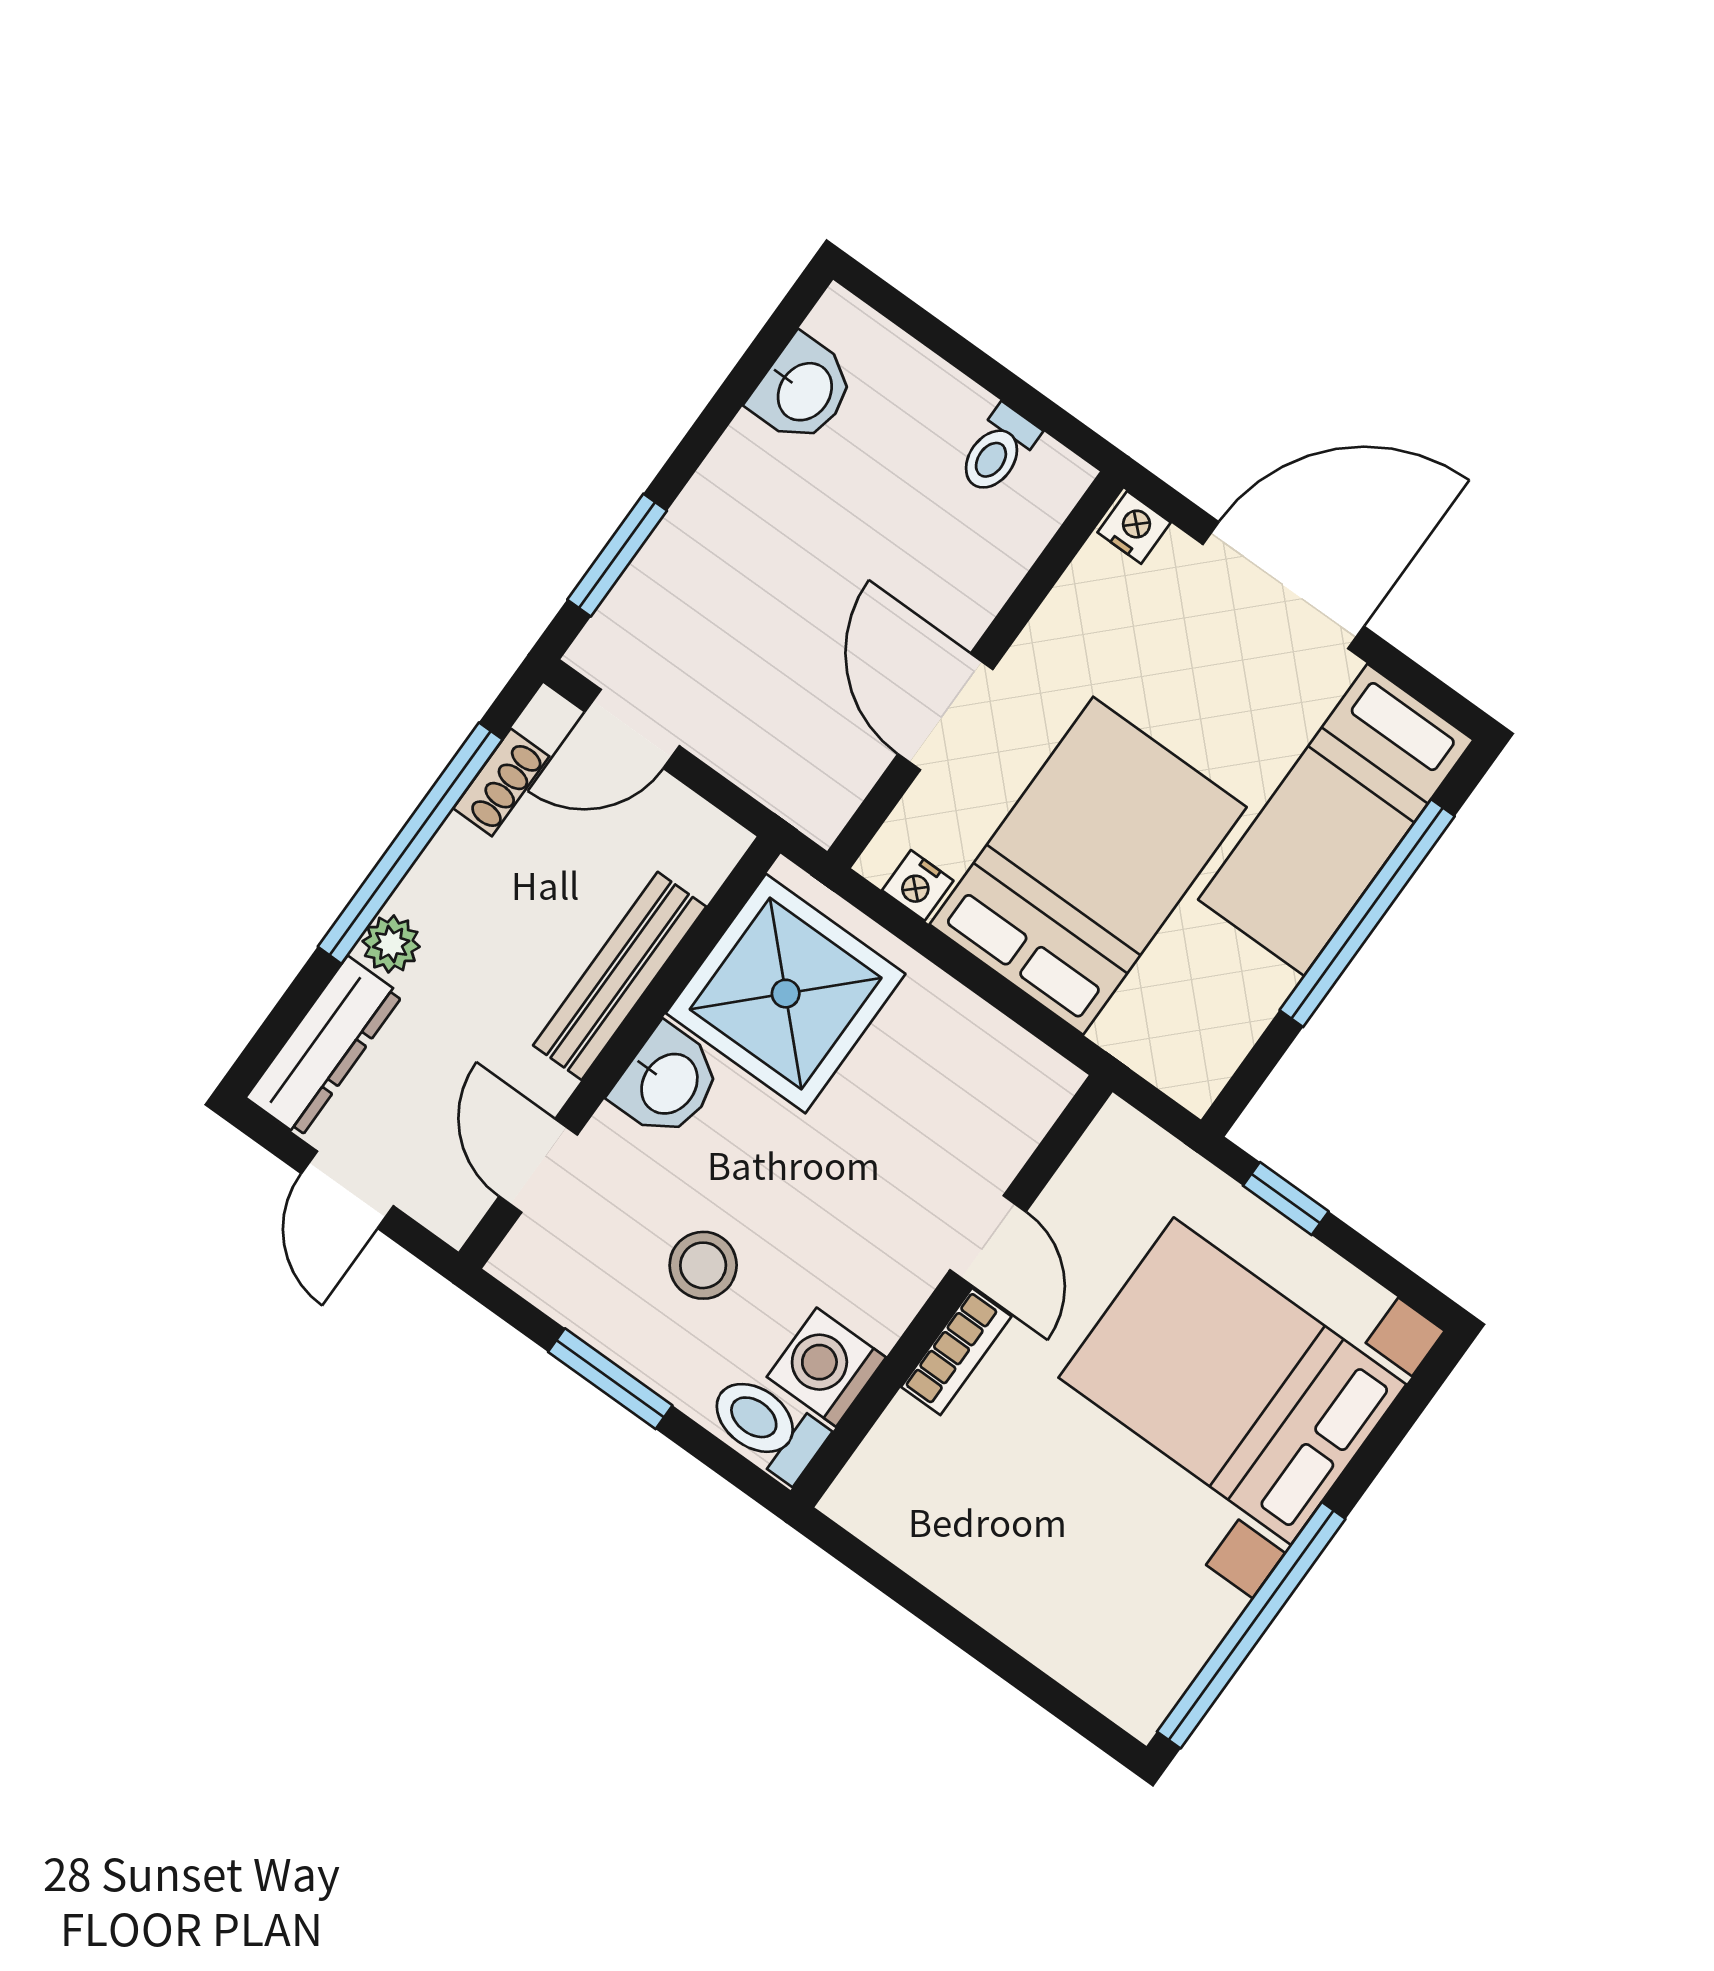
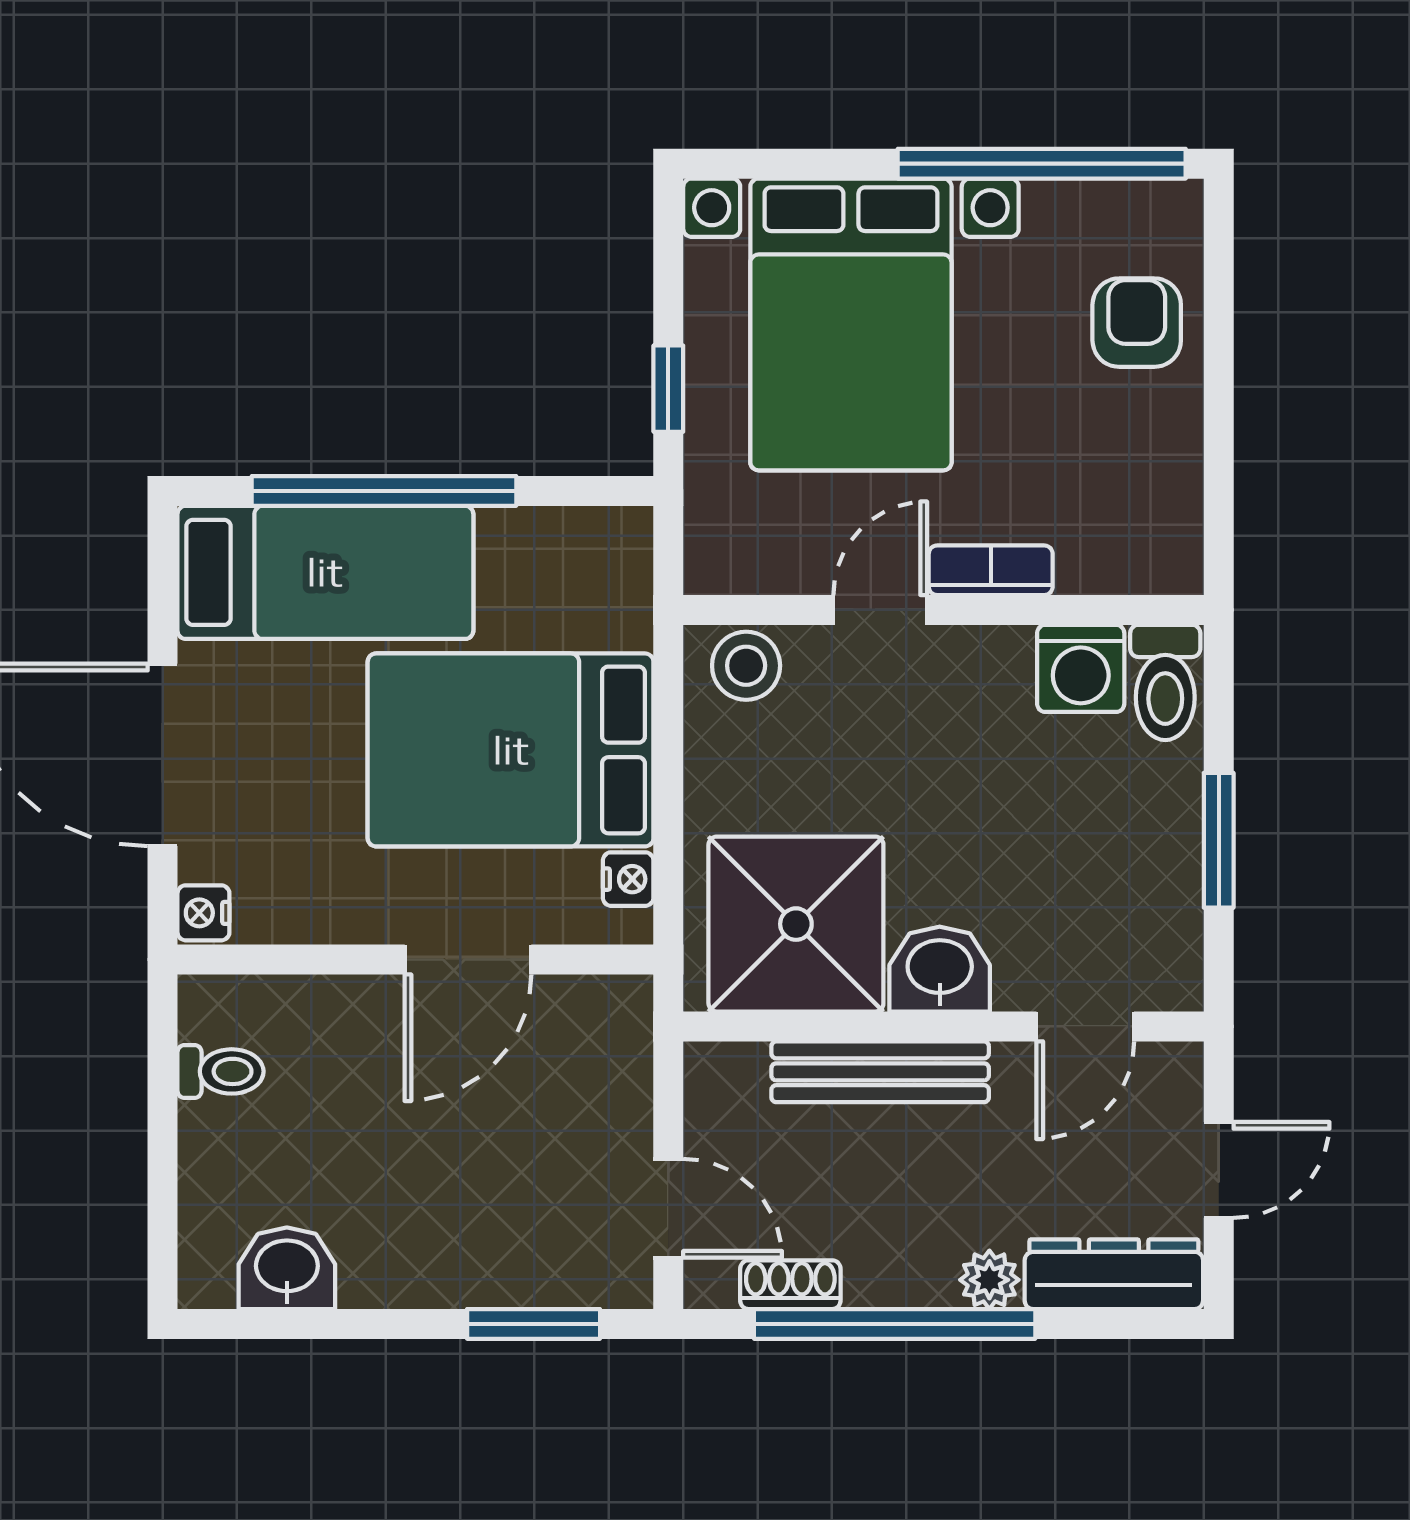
stool: (703, 1265) -> (746, 666), moved
armchair: (1070, 1610) -> (1137, 323), added

